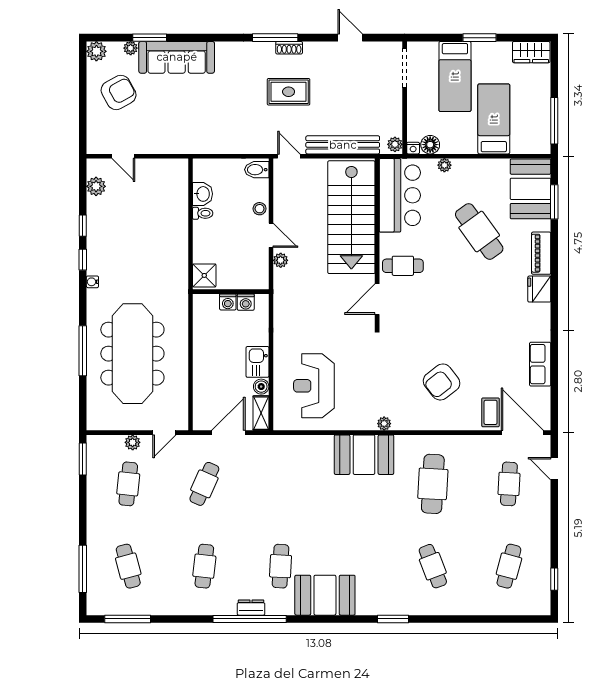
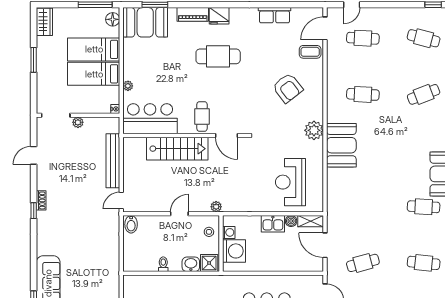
window: (275, 38) -> (34, 211), width x0.46
bed: (455, 76) -> (94, 74), moved, turned 180
rug: (289, 92) -> (74, 201), removed
plant: (395, 144) -> (78, 122), moved
floor lamp: (430, 145) -> (113, 19), moved
washbasin: (203, 194) -> (191, 264), moved
stool: (260, 209) -> (209, 232), moved
stairs: (351, 217) -> (177, 149), width x0.73, depth x0.66
cafe table: (479, 232) -> (218, 56), moved, turned 36
plant: (281, 260) -> (216, 207), moved
washing machine: (228, 302) -> (234, 251), width x1.89, depth x1.89
reception desk: (314, 386) -> (291, 182), turned 90
plant: (384, 424) -> (314, 130), width x1.87, depth x1.87
door: (522, 433) -> (325, 28), width x0.73
cafe table: (204, 484) -> (363, 263), turned -39
cafe table: (433, 484) -> (363, 94), width x0.73, depth x0.74

